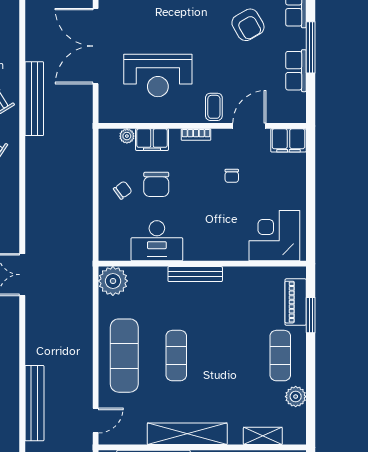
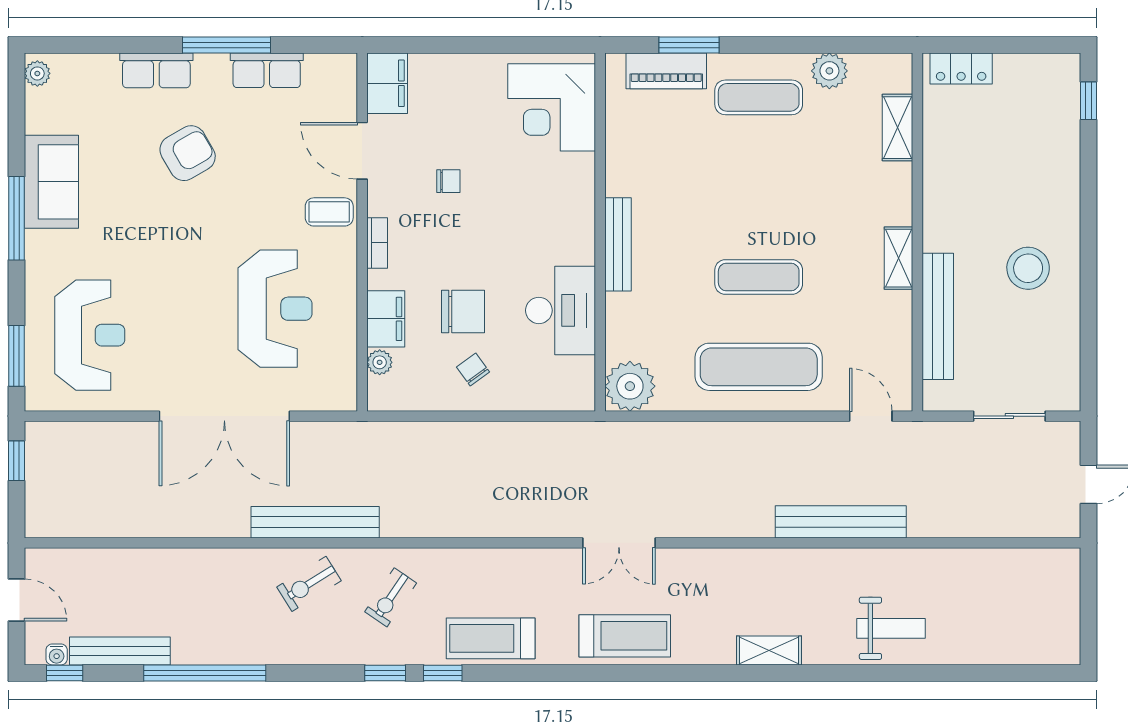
shelving: (187, 434) -> (898, 258), width x0.45, depth x0.75

